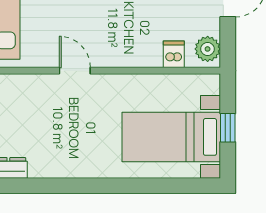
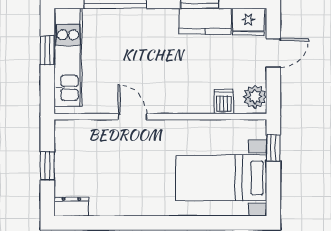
window: (228, 128) -> (273, 148), moved

